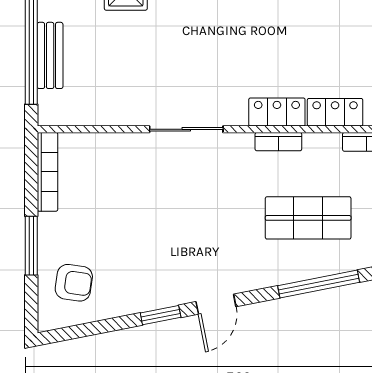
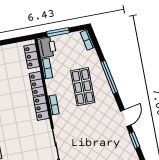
door: (216, 304) -> (126, 118), hinge flipped

